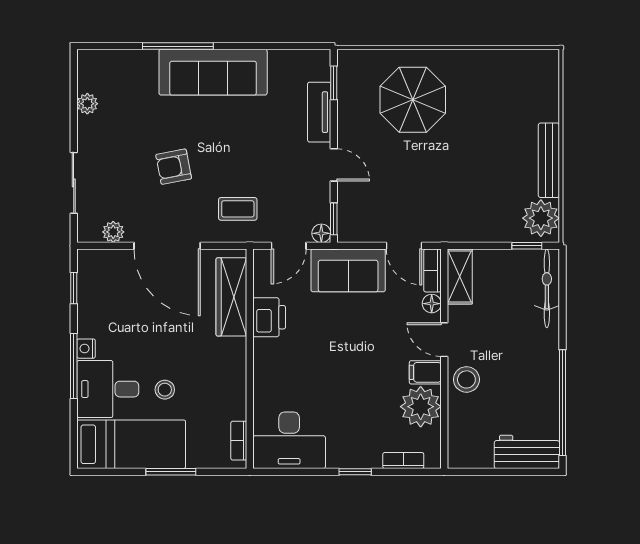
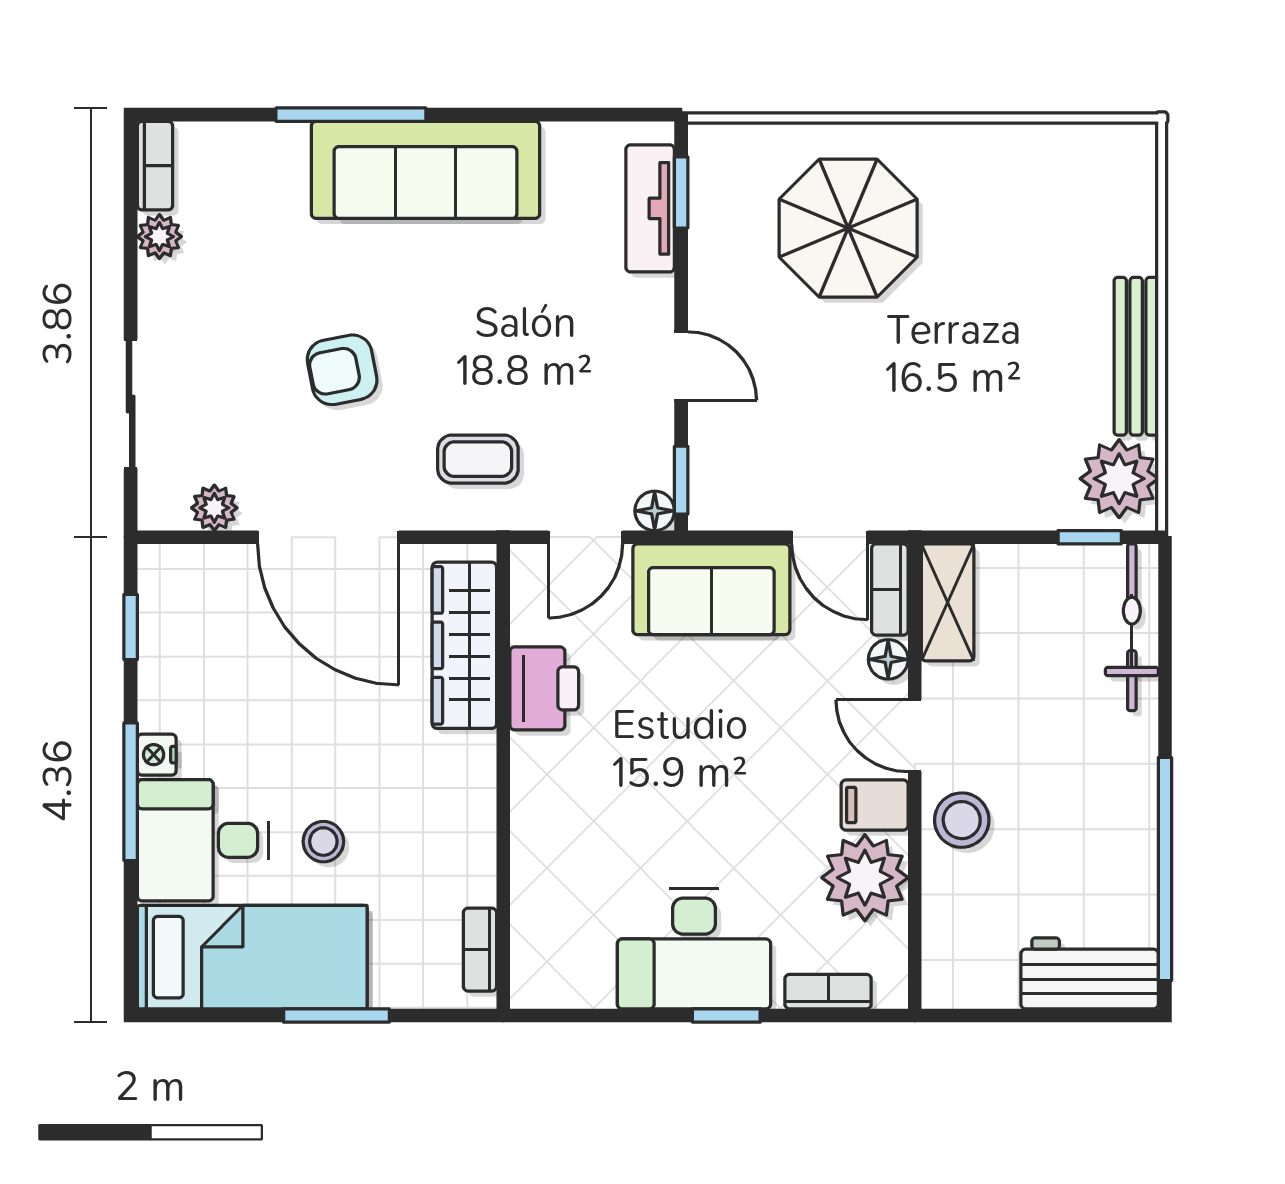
bookcase: (85, 70) -> (155, 166), added
tv unit: (319, 112) -> (650, 208), moved
desk: (289, 440) -> (694, 949), moved

